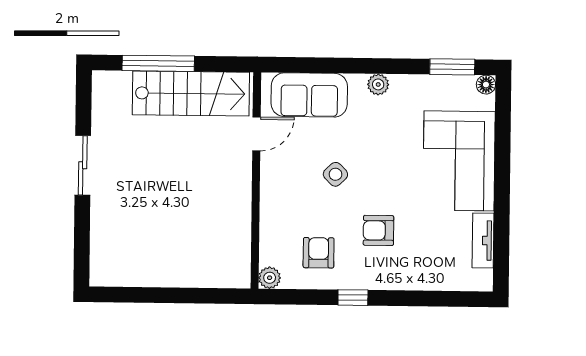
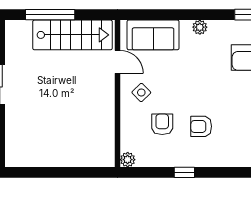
door: (256, 134) -> (117, 62), hinge flipped
side table: (335, 174) -> (141, 92), moved
armchair: (319, 253) -> (162, 124), moved

